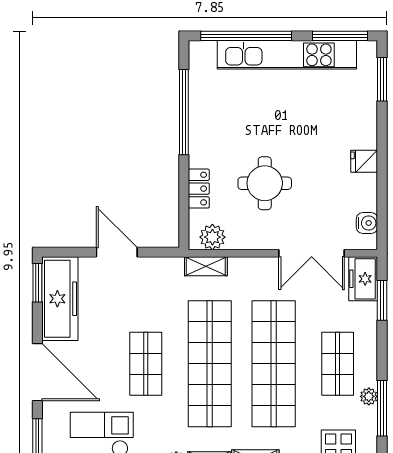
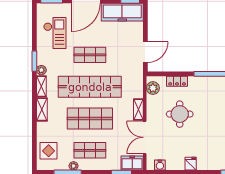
door: (117, 252) -> (145, 52), moved
shelving: (206, 266) -> (138, 109), moved
shop shelf: (274, 364) -> (90, 119), width x0.71

